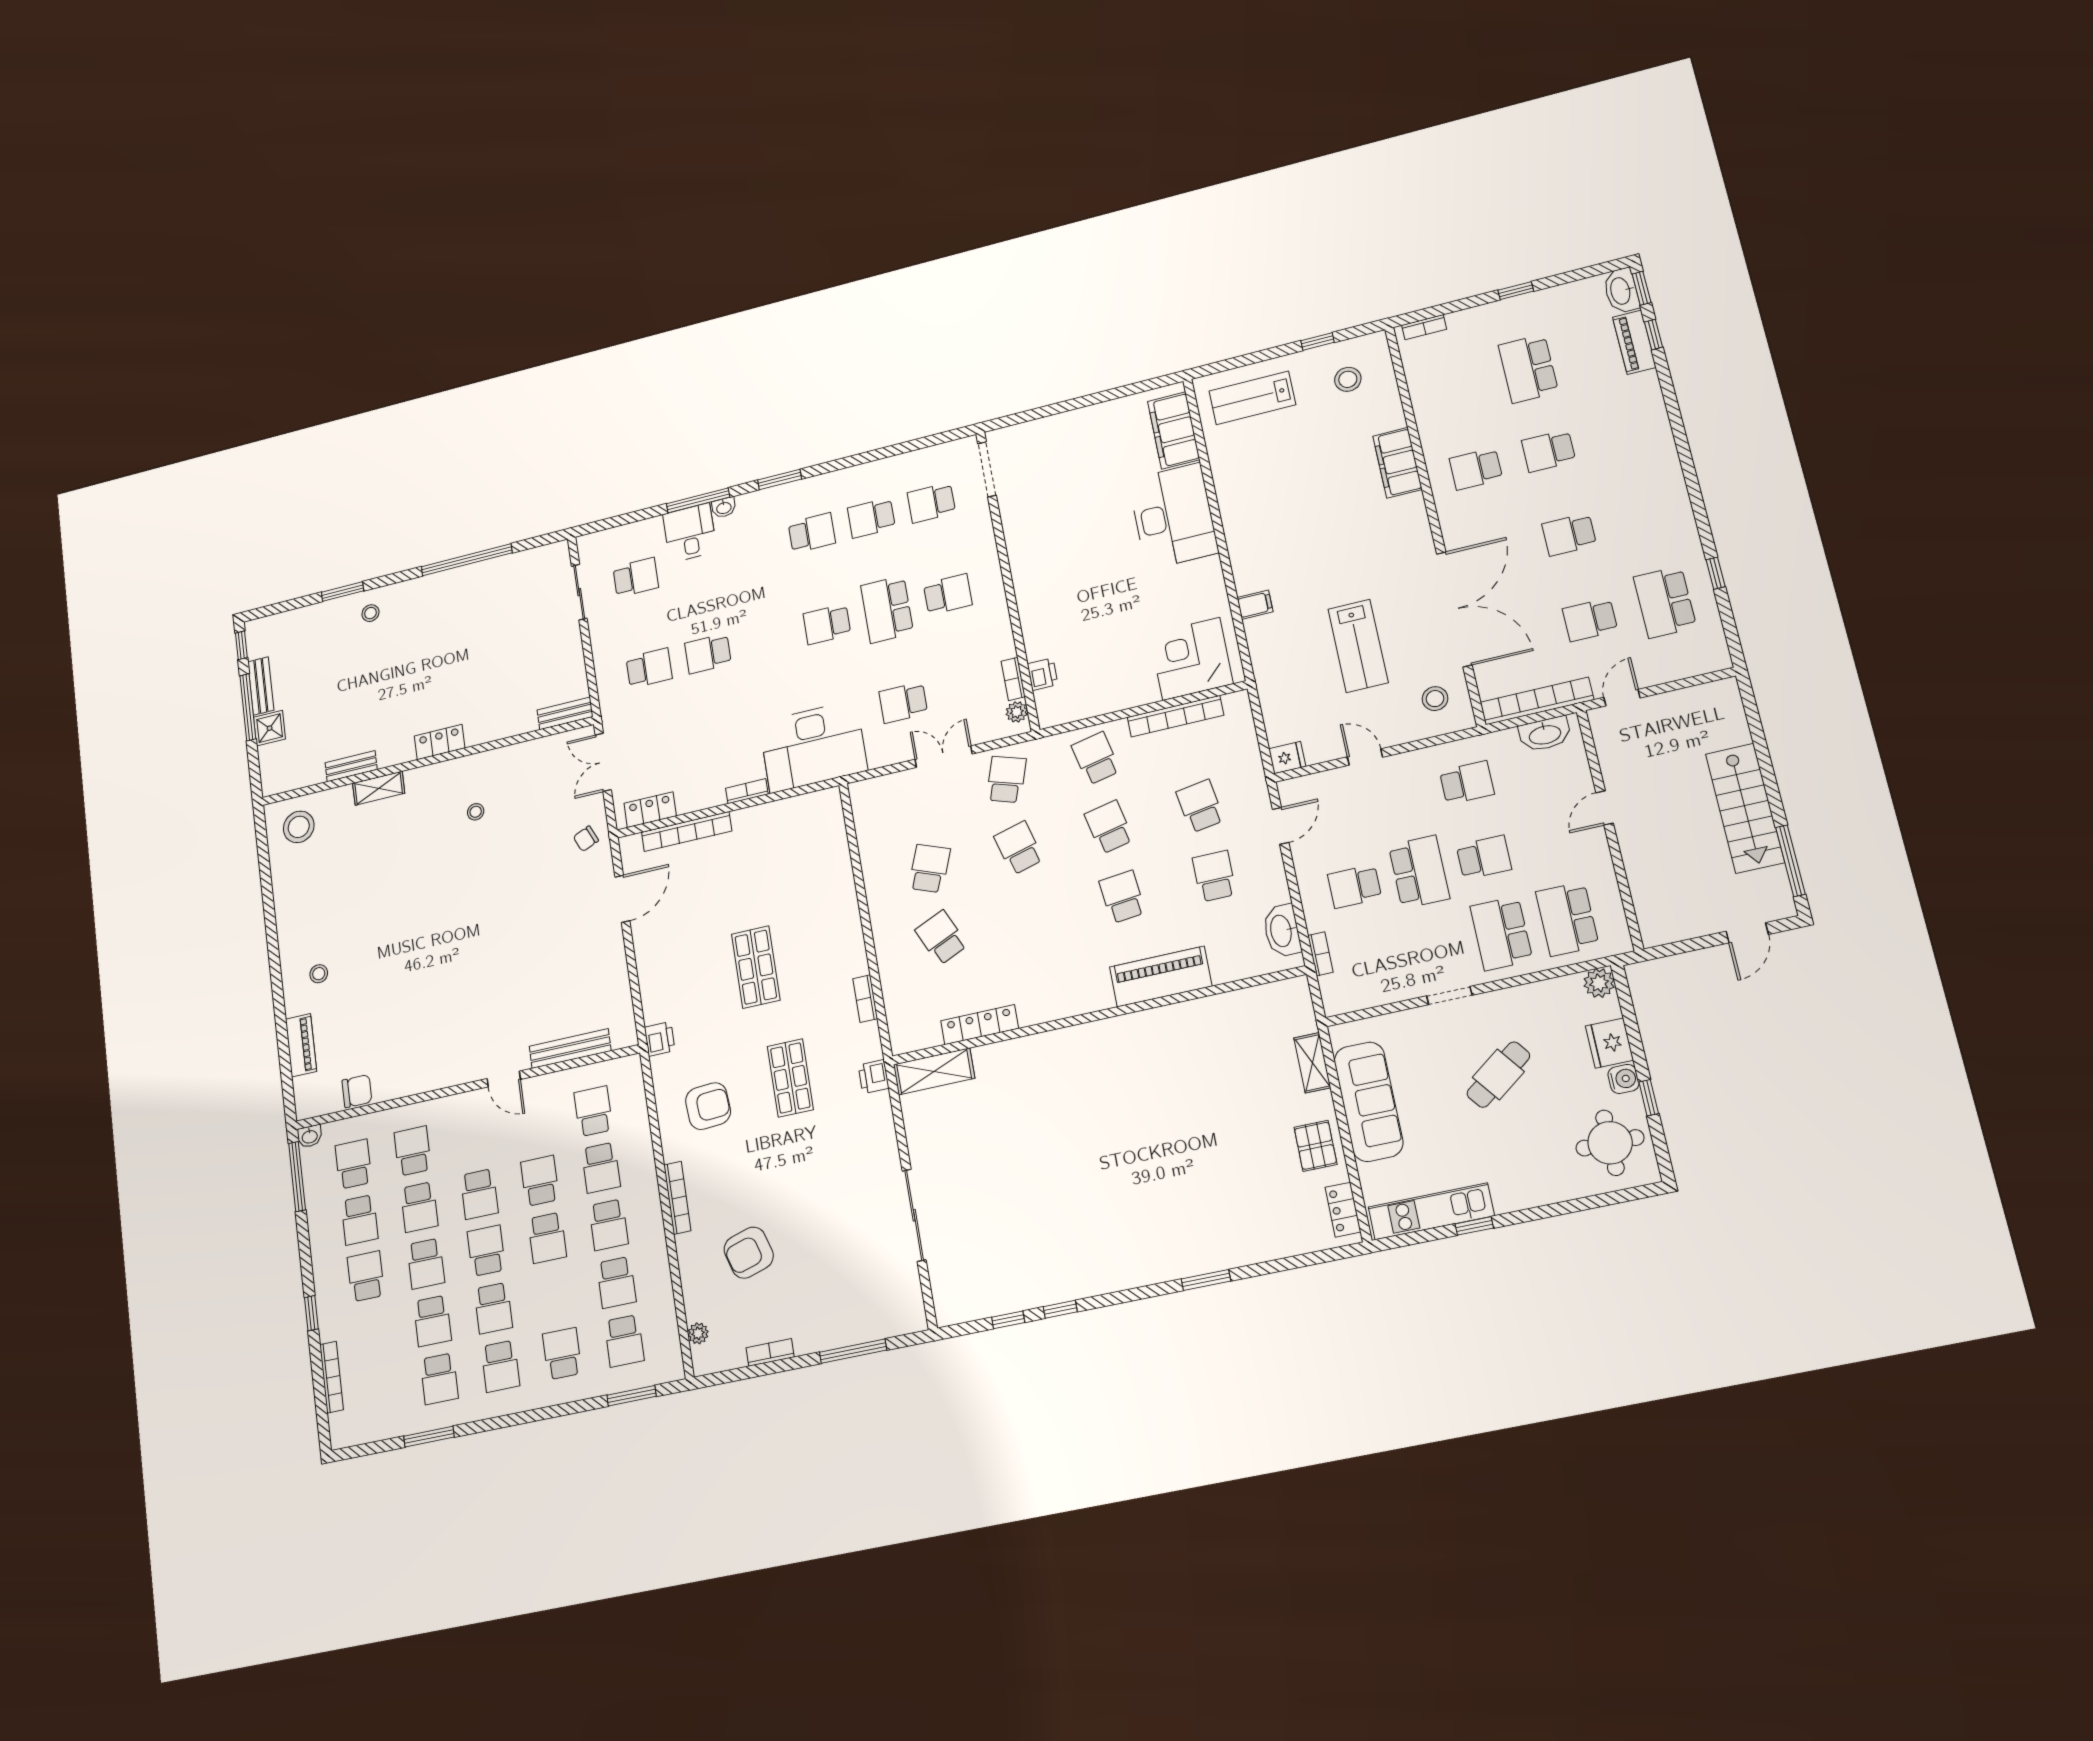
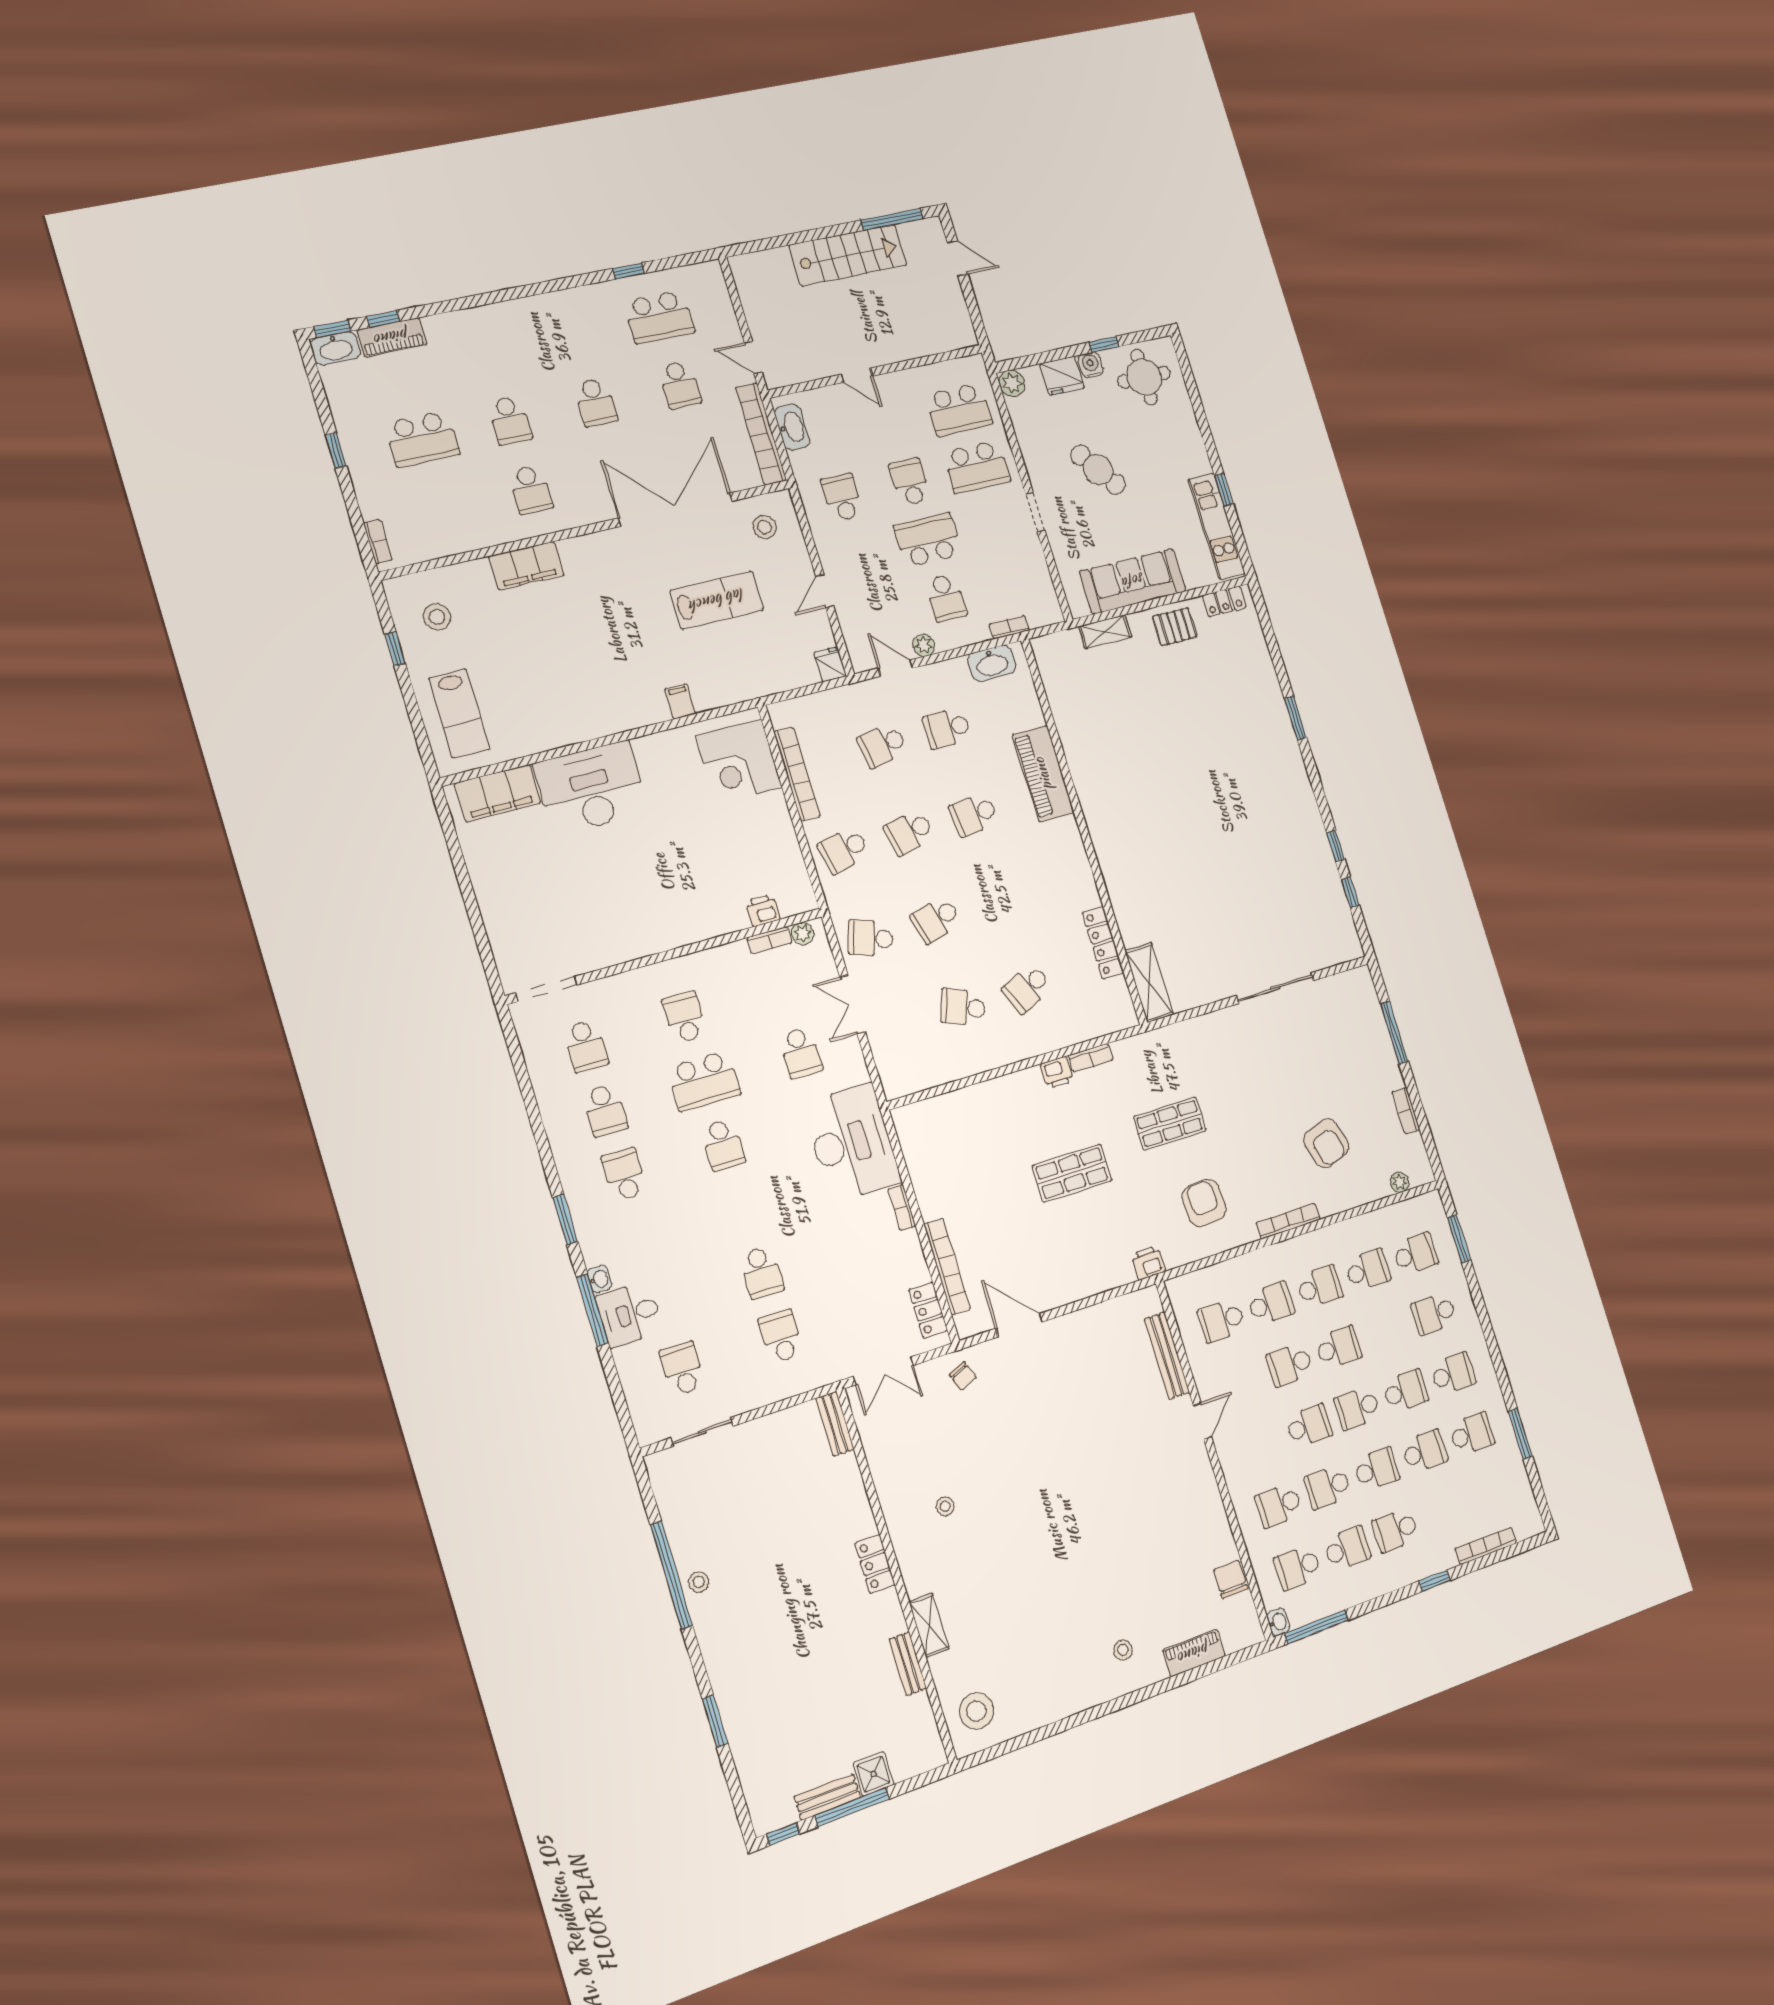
stool: (370, 613) -> (699, 1582), moved
plant: (1304, 858) -> (924, 645), added
printer: (874, 1077) -> (1057, 1073), moved
school desk: (419, 1207) -> (1328, 1487), turned 180

